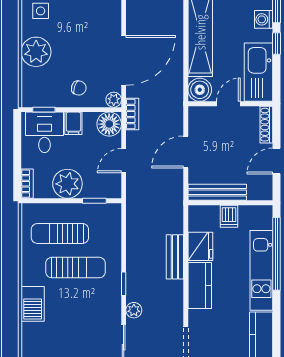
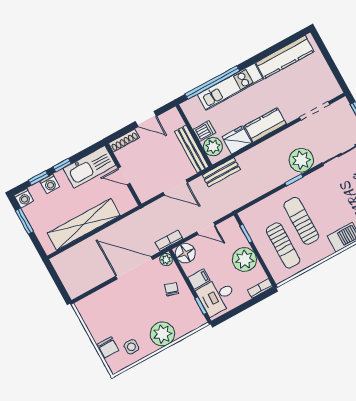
boiler: (200, 90) -> (125, 202), removed
plant: (207, 216) -> (213, 147), added
bench: (175, 257) -> (221, 172), moved
plant: (134, 310) -> (301, 160), width x1.88, depth x1.88

